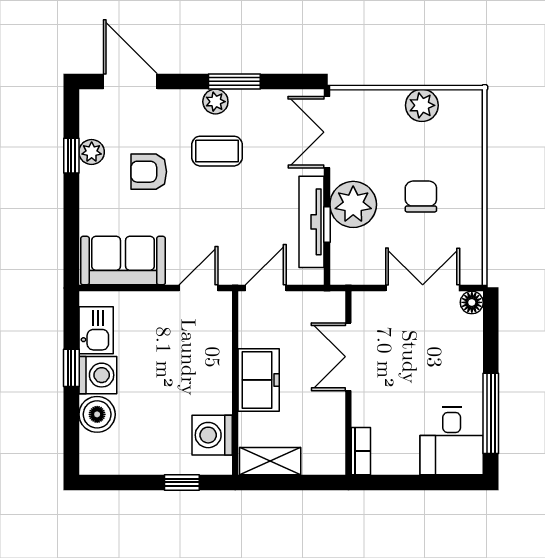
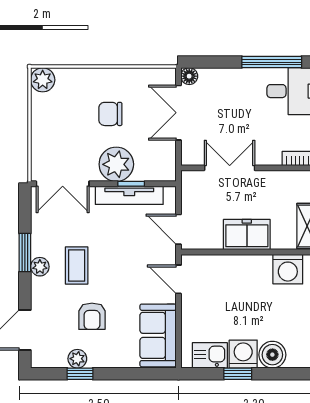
plant: (422, 105) -> (43, 80), moved
double door: (348, 357) -> (230, 168), swing flipped

